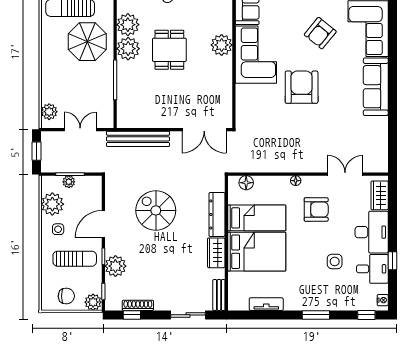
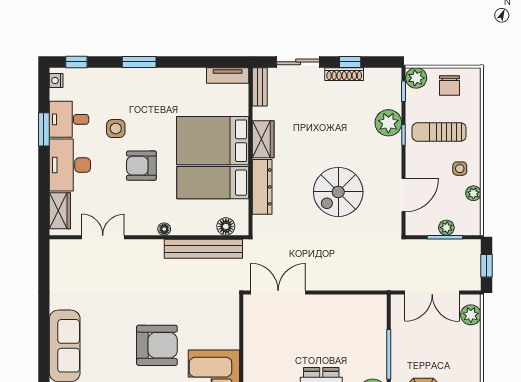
armchair: (302, 87) -> (157, 345), turned -90
double door: (80, 130) -> (432, 292), width x1.37
bench: (138, 139) -> (203, 249), moved
double door: (345, 174) -> (103, 237), swing flipped
plant: (52, 204) -> (473, 193), width x0.53, depth x0.53
armchair: (316, 209) -> (141, 166), moved
spiral stairs: (156, 210) -> (338, 192), turned 90
door: (103, 224) -> (403, 195), moved
window: (392, 261) -> (44, 129), width x1.50
chair: (66, 296) -> (449, 86), turned -90
tv unit: (266, 304) -> (228, 76), moved
shoe rack: (138, 305) -> (344, 74), moved
window: (132, 315) -> (350, 62), moved

